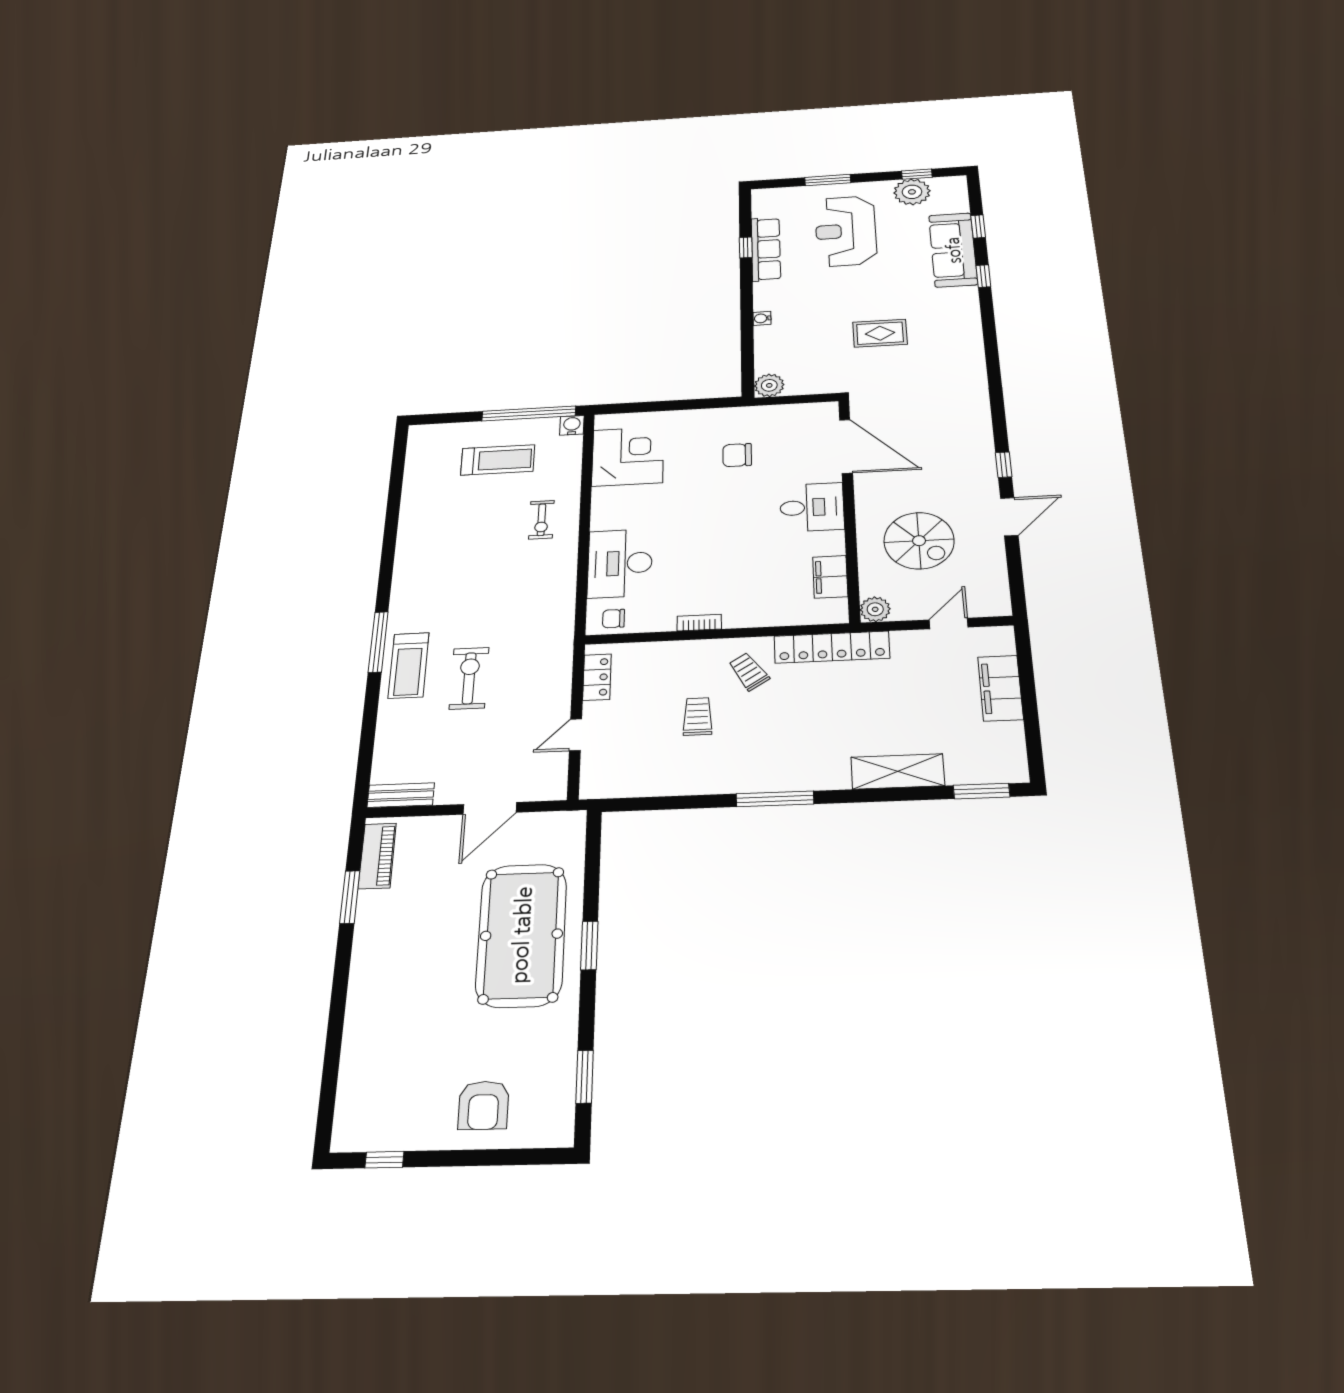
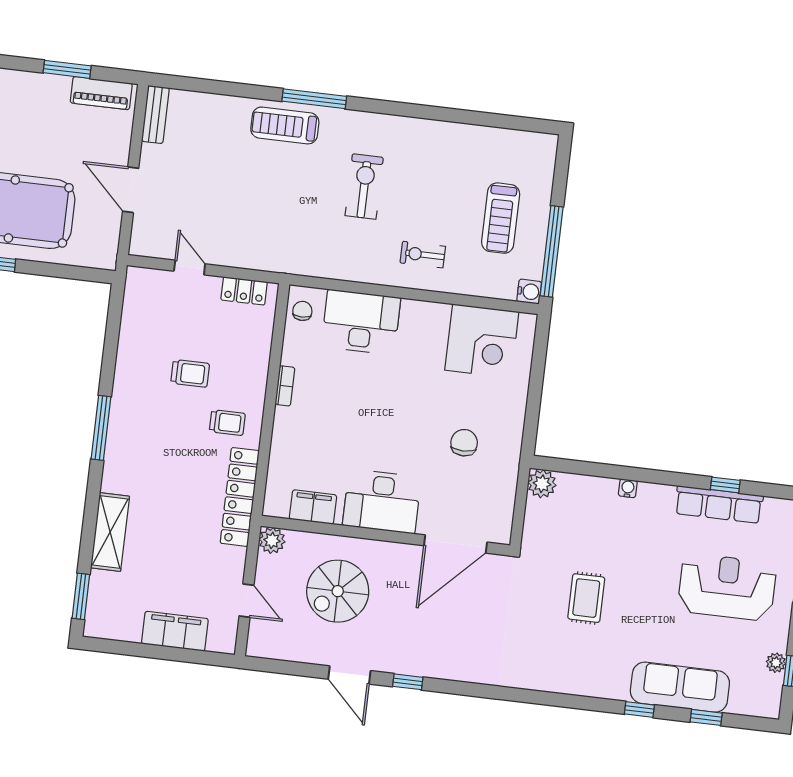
plant: (912, 192) -> (776, 663), width x0.53, depth x0.53
desk: (812, 507) -> (382, 501), width x1.37
trolley: (749, 671) -> (227, 423), turned 33
exercise bike: (469, 678) -> (364, 186), moved, turned -90

